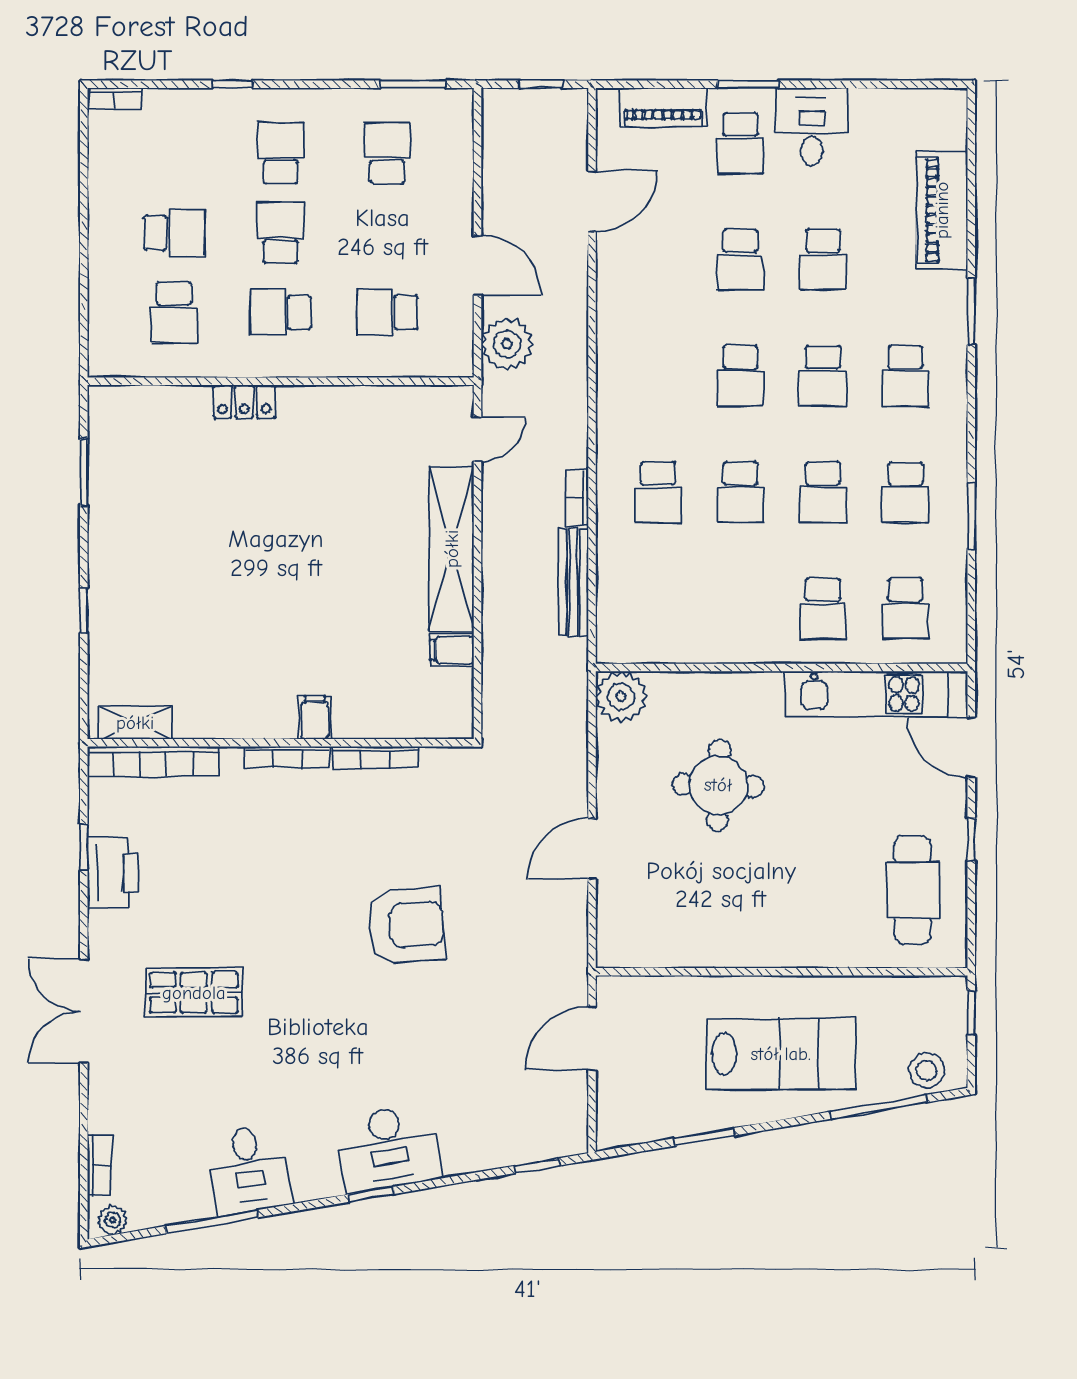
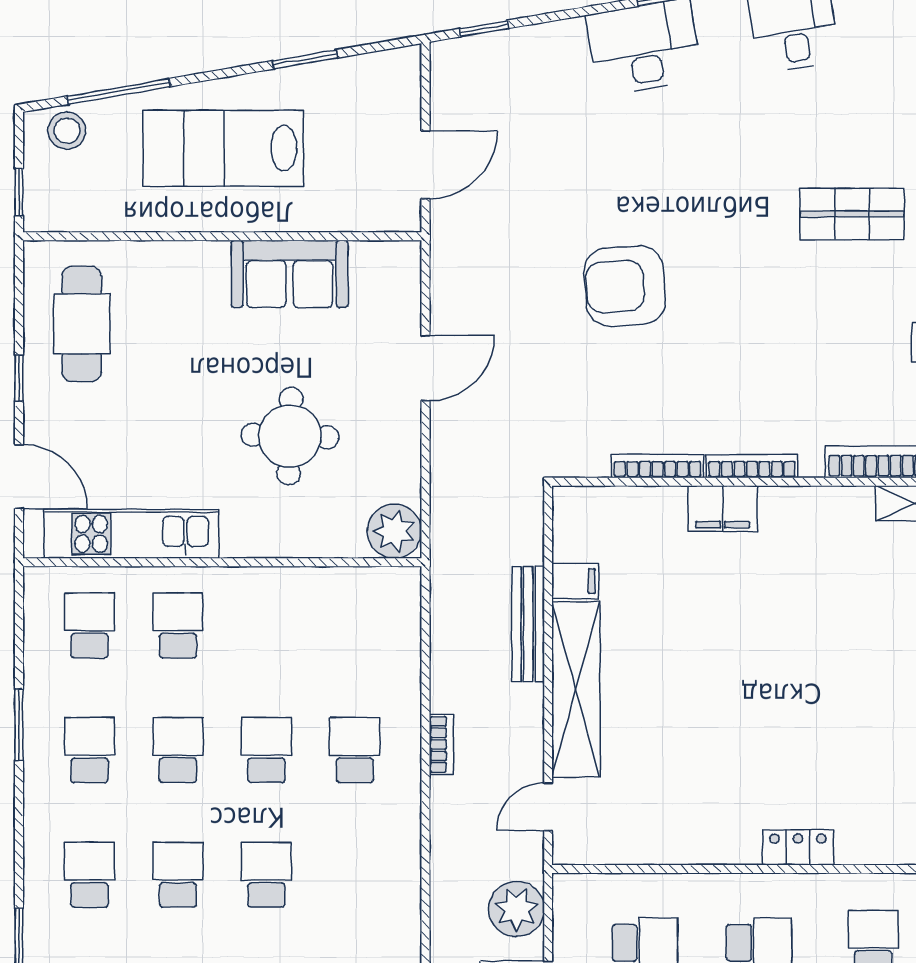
bench: (573, 582) -> (528, 624), moved
filing cabinet: (315, 718) -> (723, 509), width x2.00
sofa: (719, 937) -> (290, 274), added

